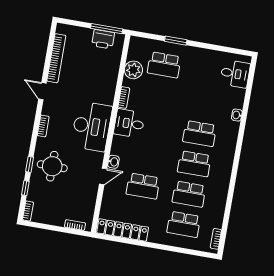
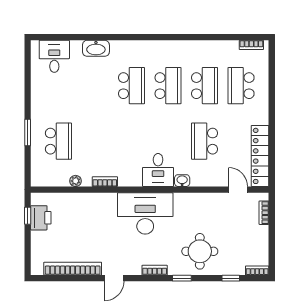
window: (107, 29) -> (28, 216), width x0.46
plant: (133, 70) -> (76, 181), width x0.53, depth x0.53
washbasin: (237, 115) -> (96, 48), width x1.91, depth x1.45
desk: (129, 123) -> (158, 170), moved
window: (30, 164) -> (182, 278), moved
door: (103, 176) -> (238, 190), moved
school desk: (143, 186) -> (205, 141), turned 180
school desk: (184, 224) -> (241, 86), turned 180

